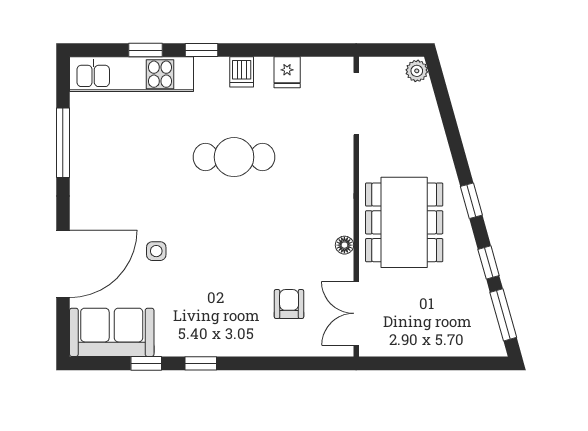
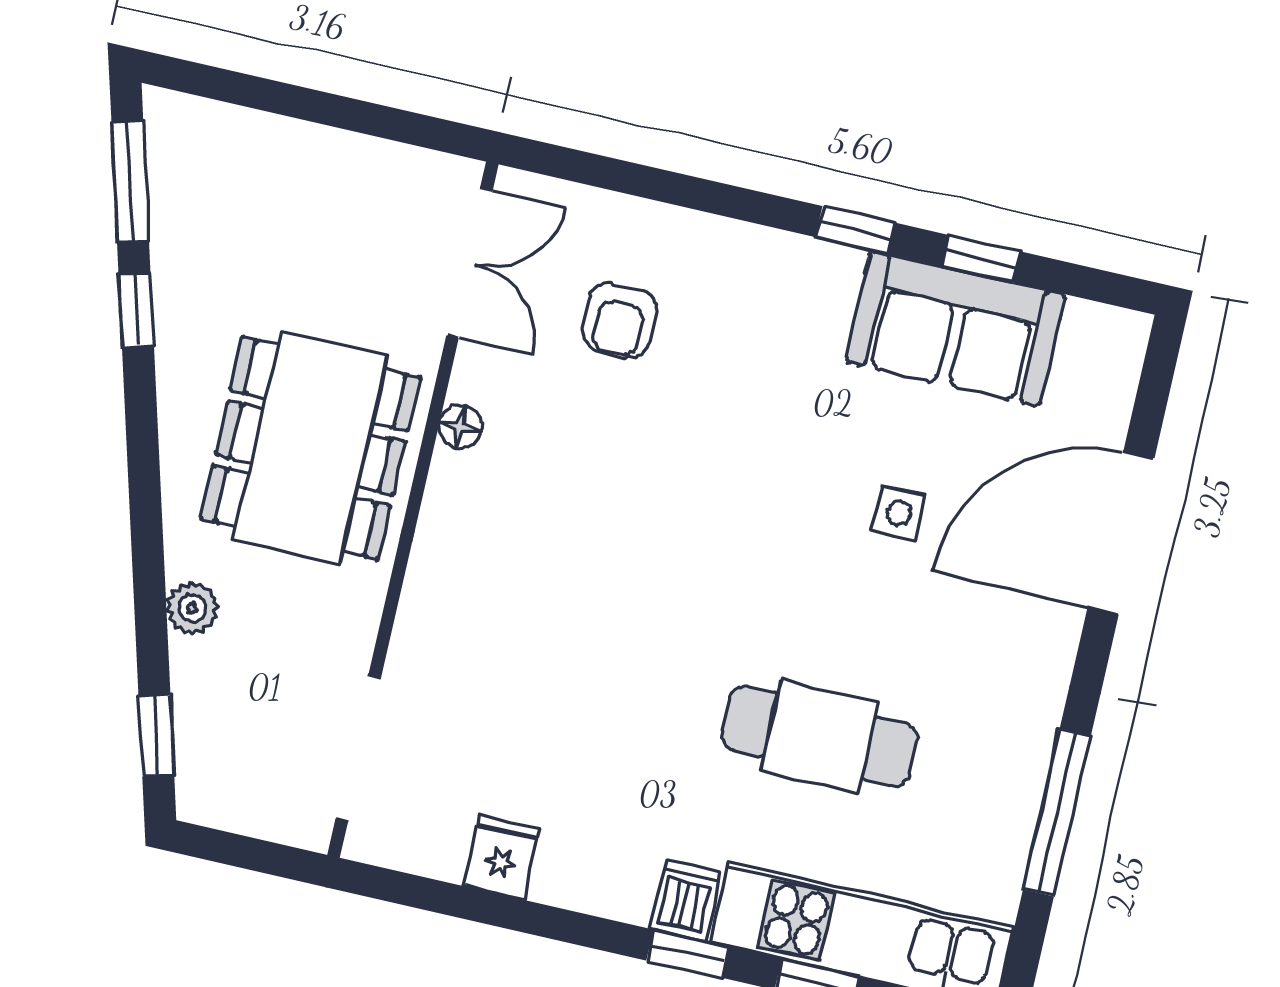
plant: (417, 71) -> (192, 608), moved
dishwasher: (242, 72) -> (686, 900), moved
cafe table: (234, 157) -> (819, 736), moved
window: (471, 201) -> (156, 736), moved
sofa: (112, 332) -> (955, 328), moved

